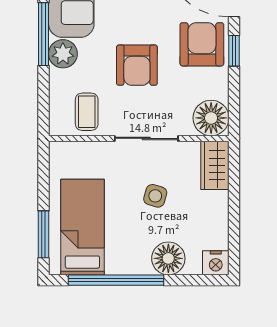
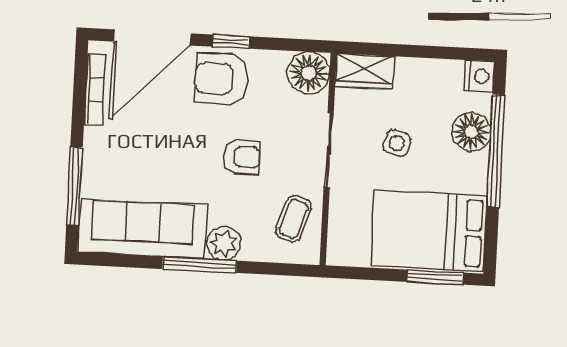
armchair: (137, 65) -> (242, 157), width x0.72, depth x0.72
coffee table: (87, 112) -> (294, 219), turned -71
bed: (82, 227) -> (429, 231), width x1.50
window: (116, 280) -> (496, 151), moved

